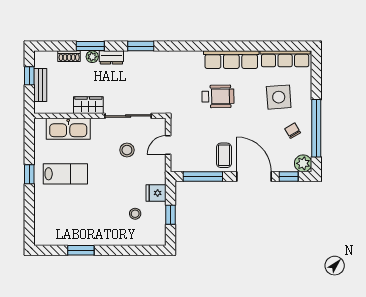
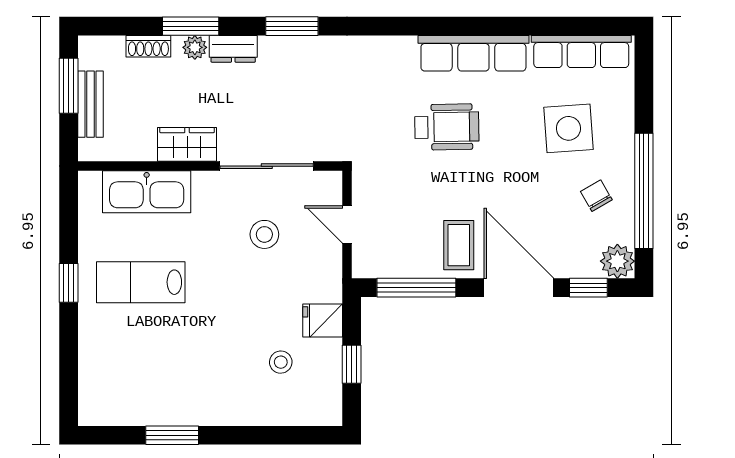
window: (29, 76) -> (69, 86), width x1.50
door: (168, 145) -> (347, 224), hinge flipped
lab bench: (65, 174) -> (141, 282), turned 180

